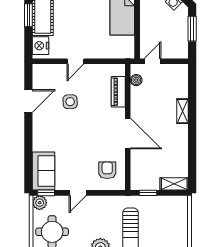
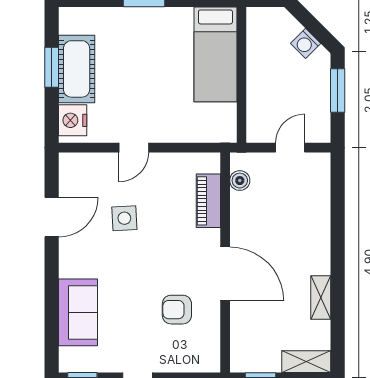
door: (153, 61) -> (290, 148), moved
shelving: (183, 111) -> (321, 298), moved
armchair: (107, 170) -> (177, 310), moved, turned -90
sofa: (44, 171) -> (78, 312), moved

